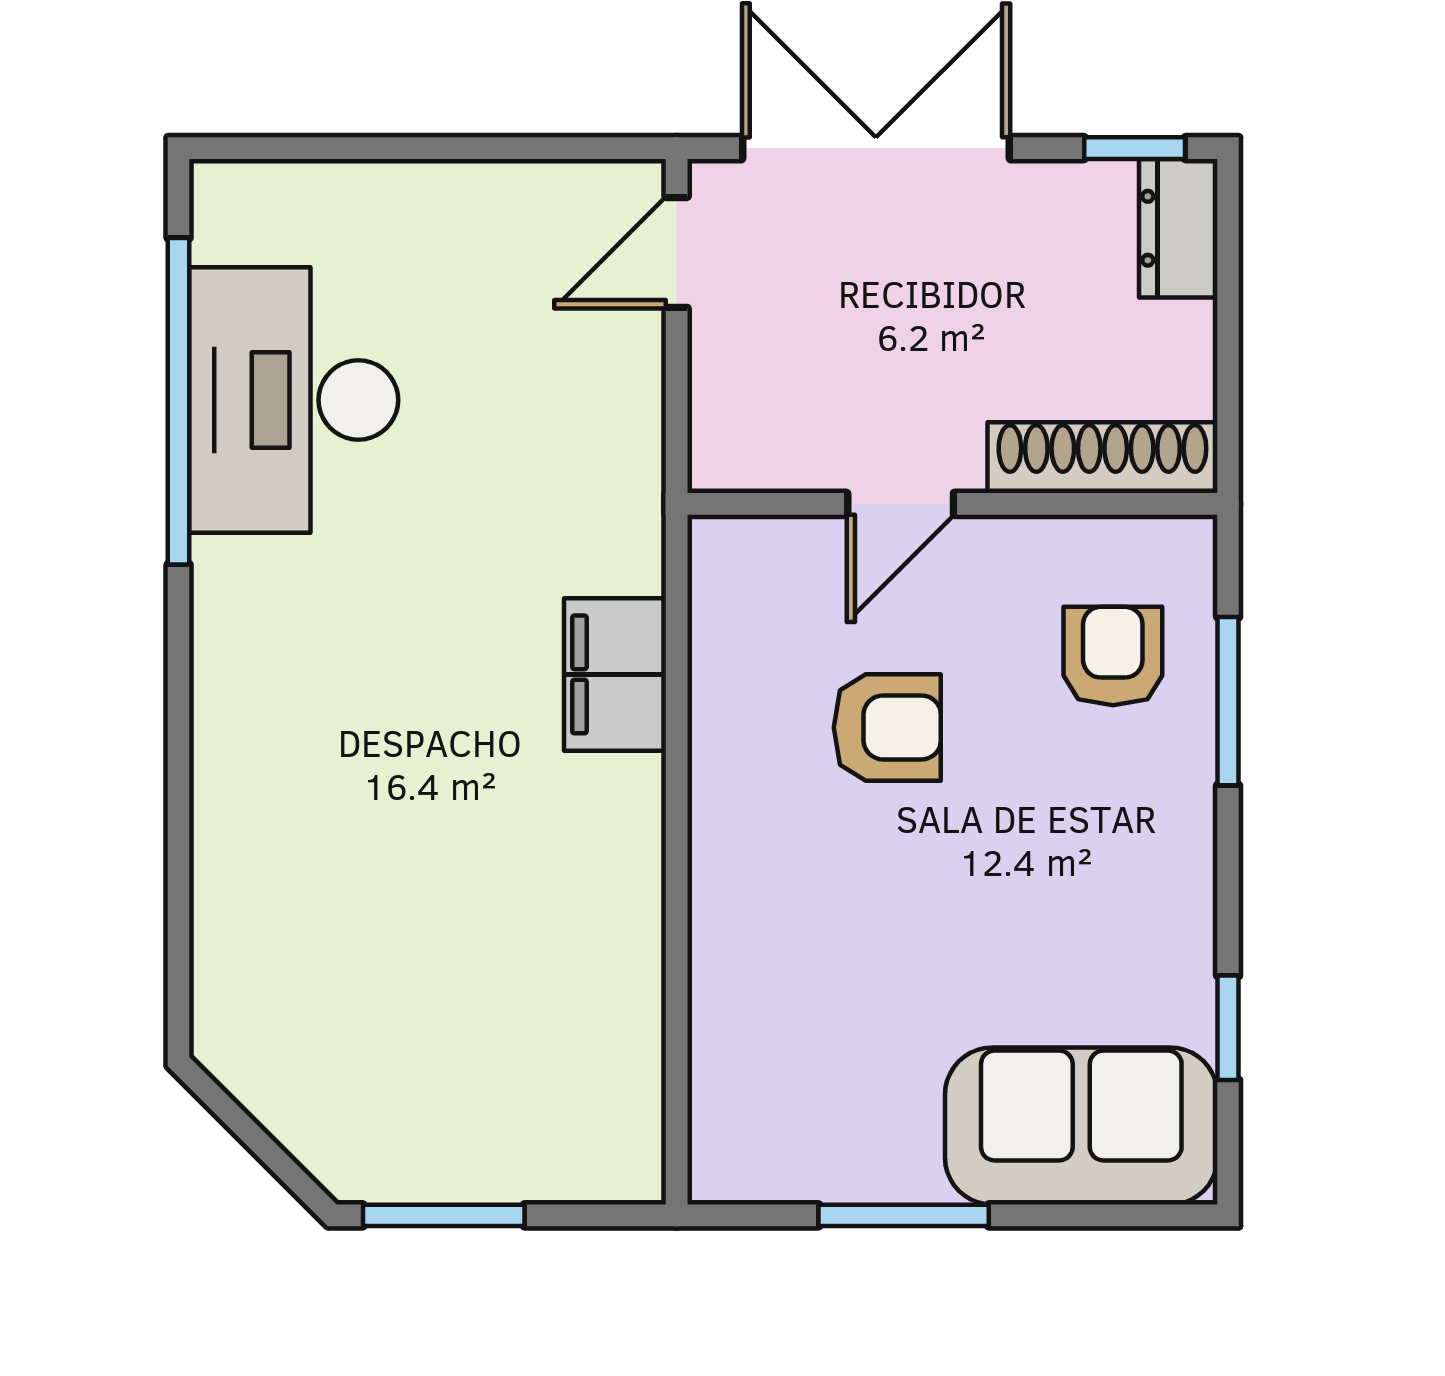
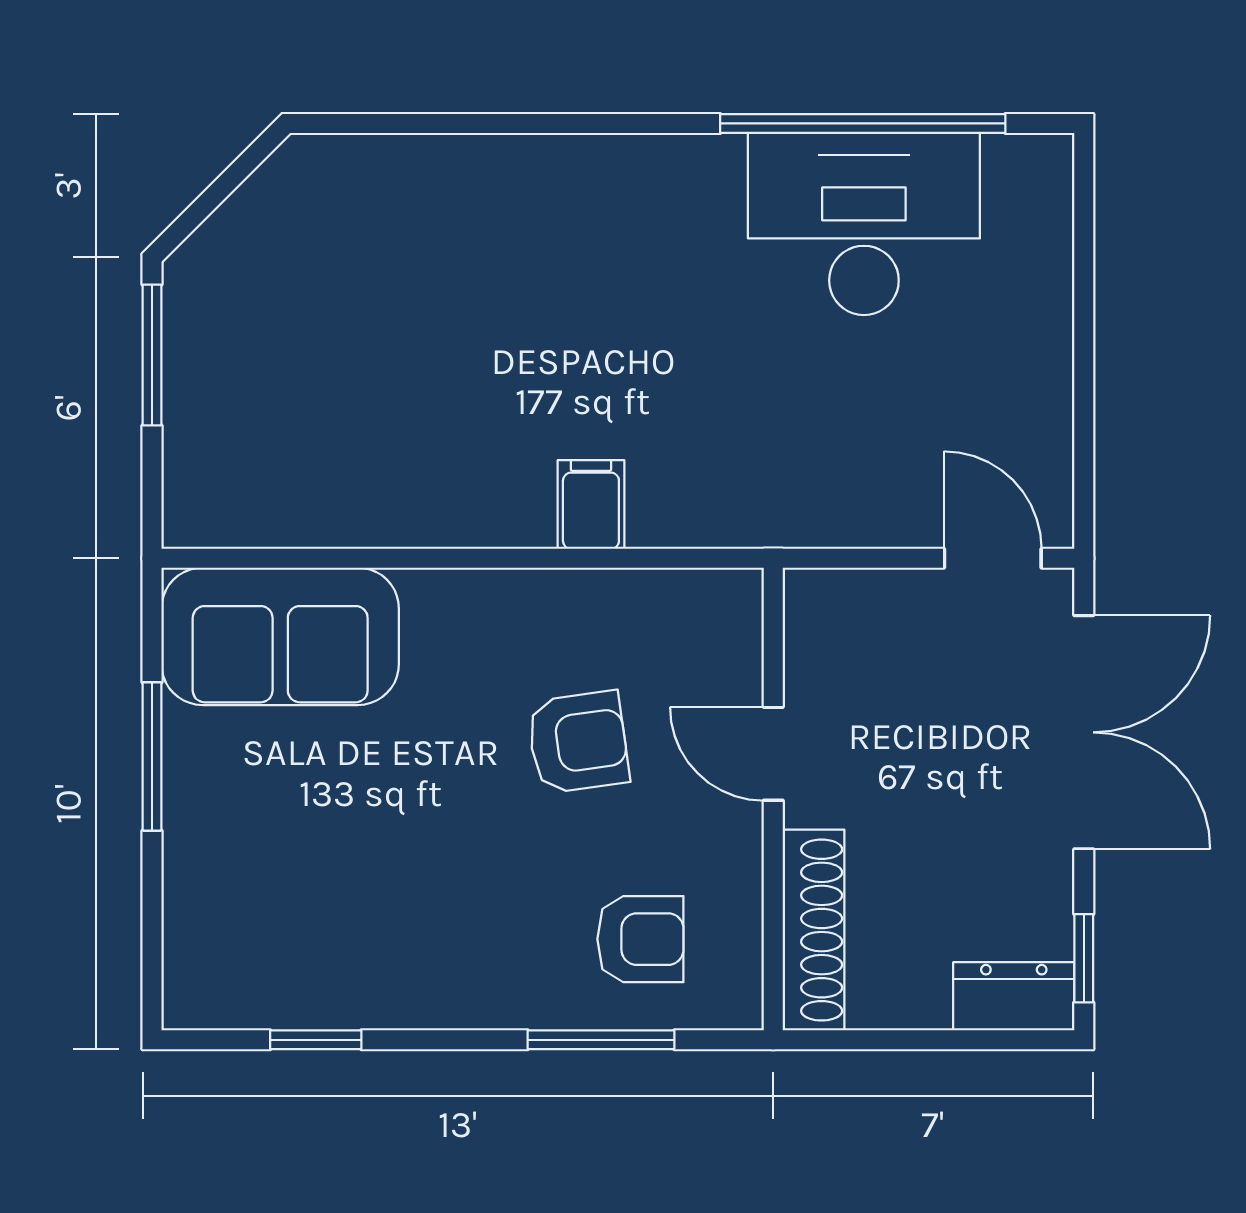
filing cabinet: (615, 674) -> (591, 505), width x0.50
armchair: (887, 727) -> (578, 742), turned -98
sofa: (1081, 1126) -> (280, 636), moved, turned 90

